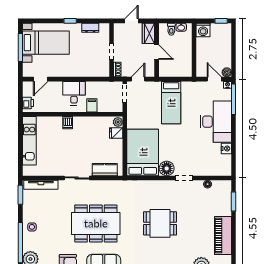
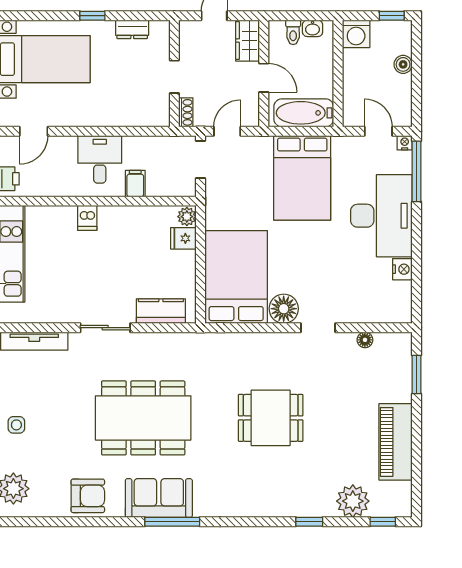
bathtub: (177, 70) -> (304, 113), added
boiler: (227, 72) -> (403, 64), moved
bed: (171, 103) -> (302, 178), width x1.50

